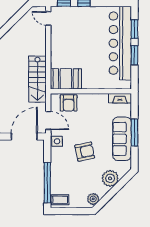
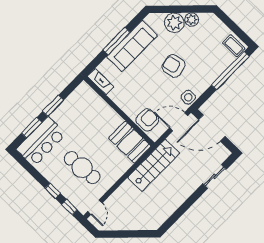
cafe table: (80, 35) -> (82, 168), added
bar counter: (120, 43) -> (41, 142), width x0.54
door: (48, 121) -> (179, 122), hinge flipped
plant: (93, 199) -> (192, 20), moved

